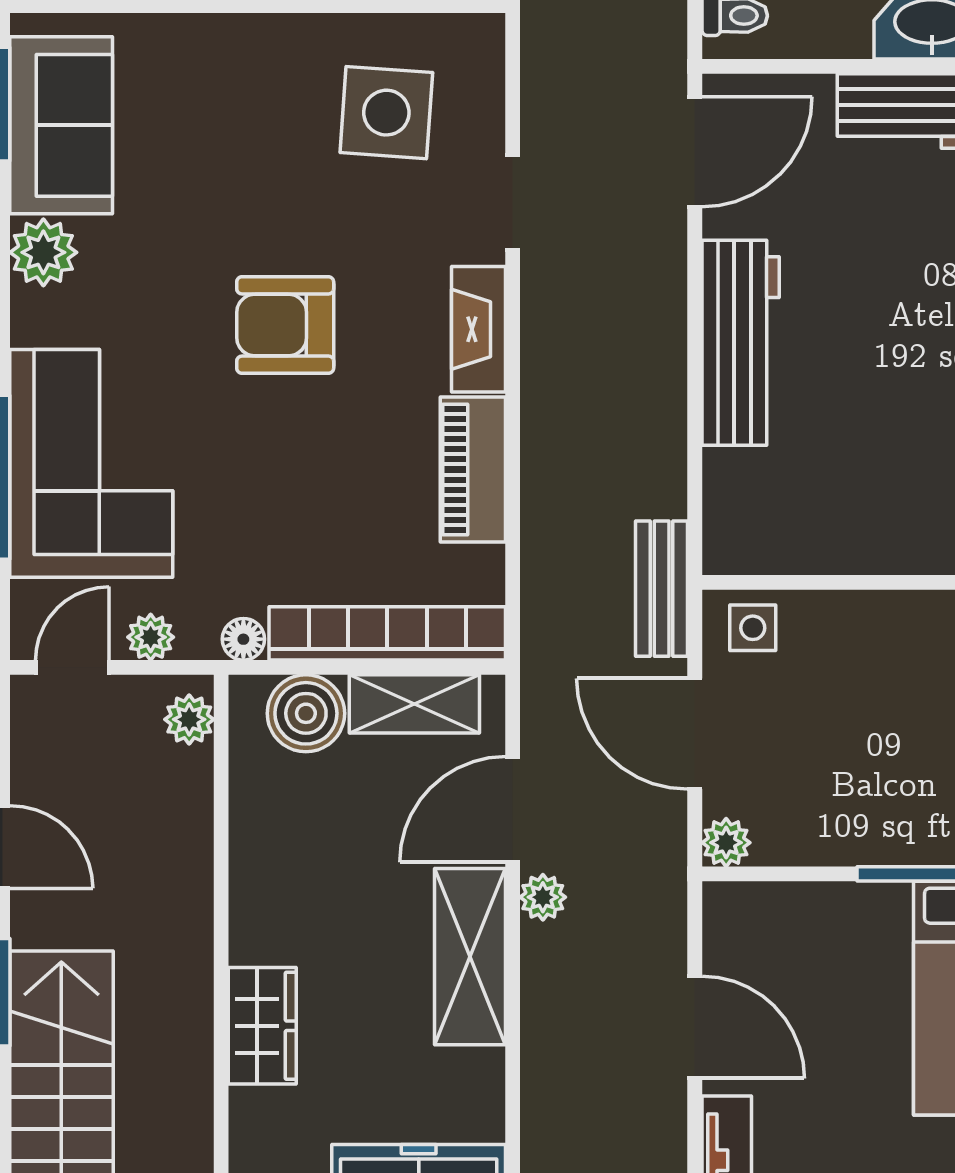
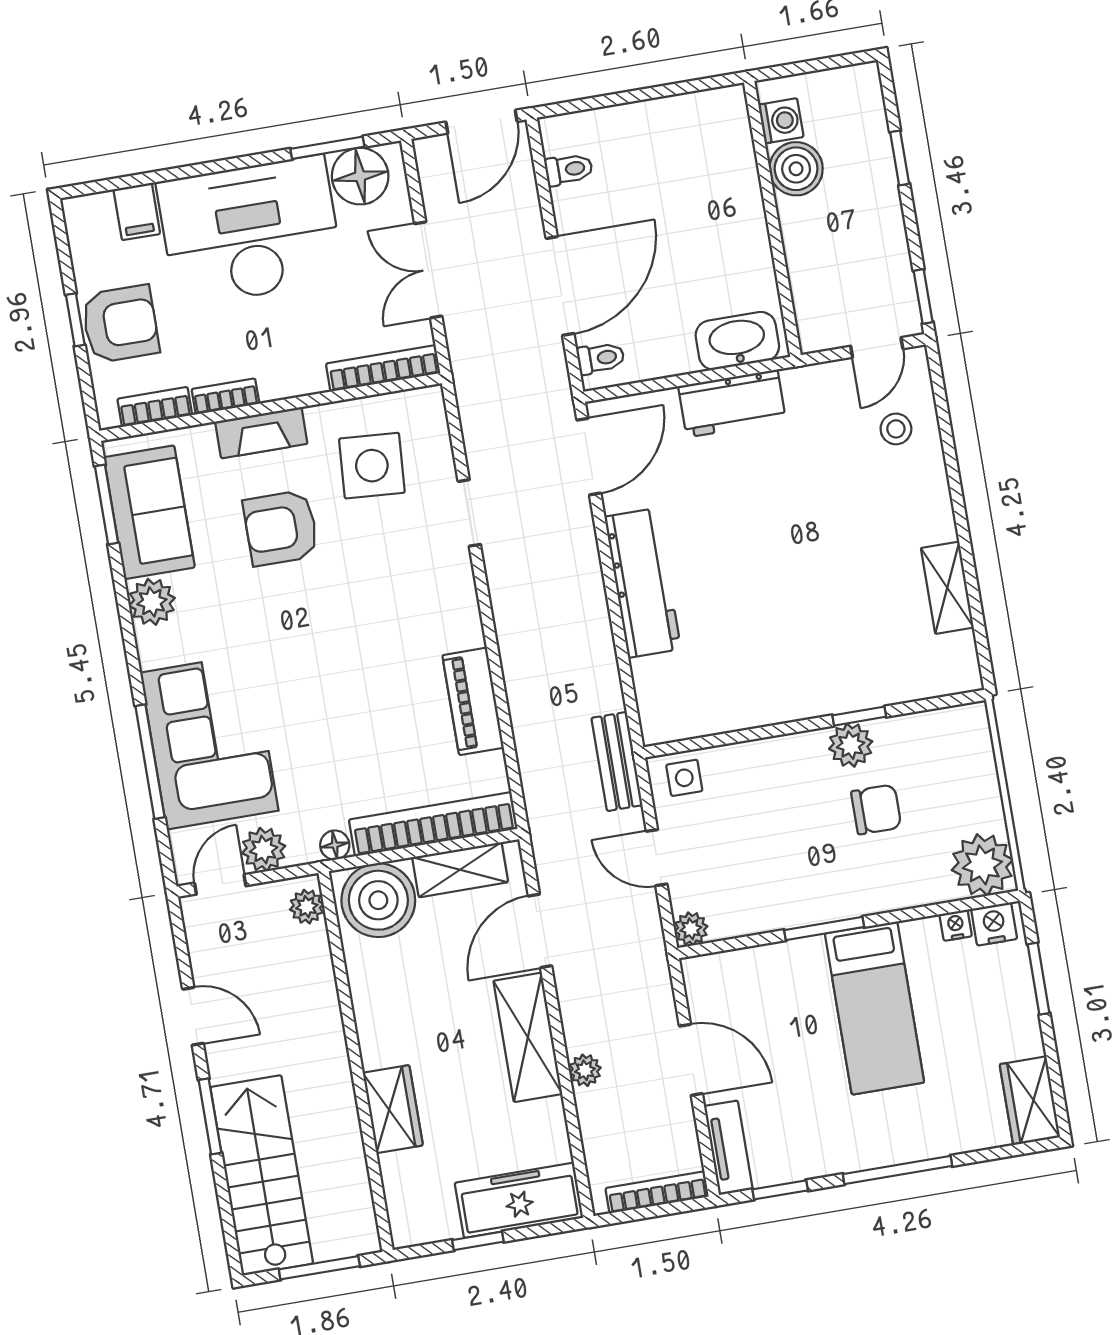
armchair: (285, 325) -> (281, 528), moved
fireplace: (478, 329) -> (261, 433), moved, turned -90
plant: (151, 637) -> (264, 849), width x1.38, depth x1.38
boiler: (306, 713) -> (378, 900), width x1.37, depth x1.37
door: (695, 734) -> (657, 858), width x0.73
plant: (543, 897) -> (585, 1070), moved

